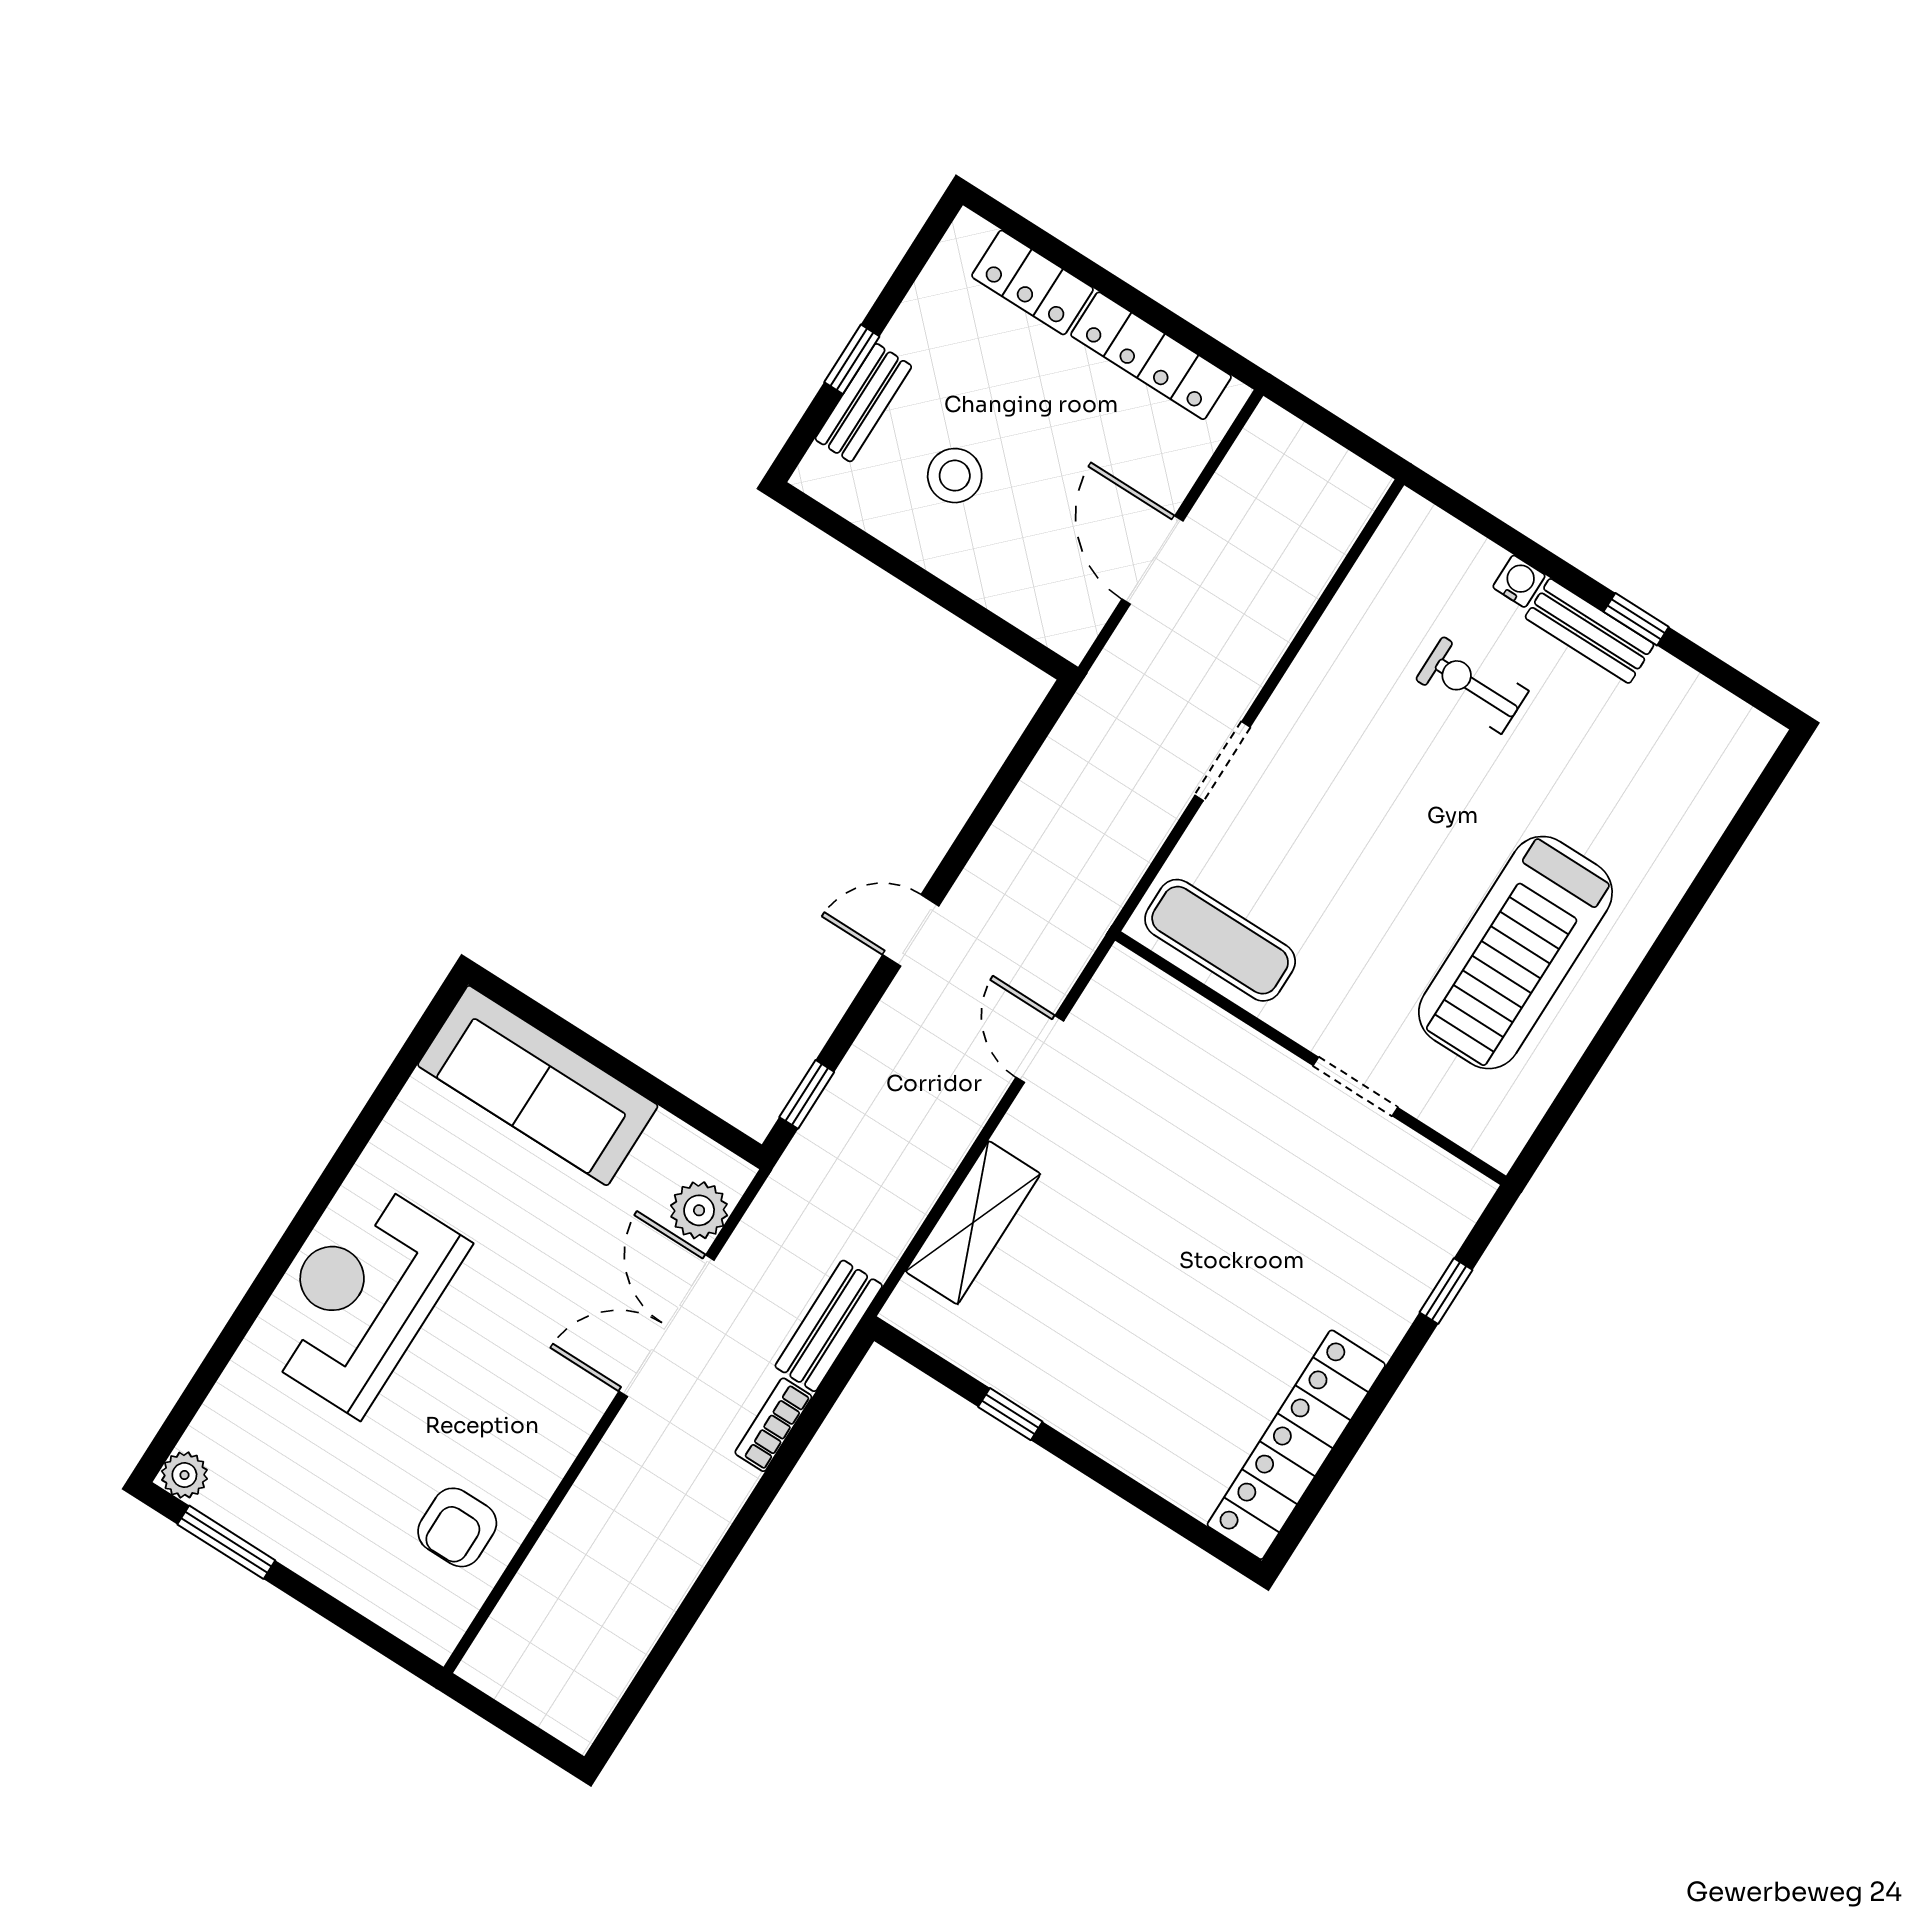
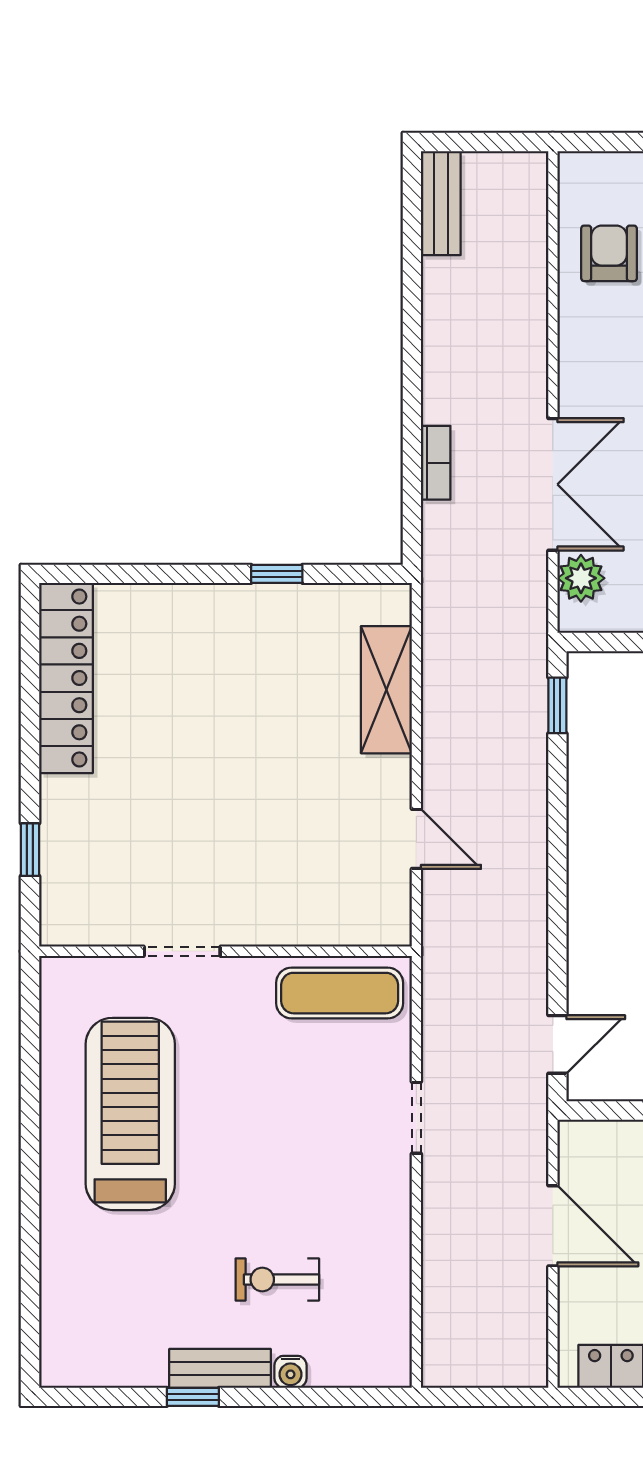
exercise bike: (1472, 685) -> (277, 1280), turned 180
door: (911, 930) -> (557, 1044), moved
bench: (829, 1326) -> (441, 203), moved

